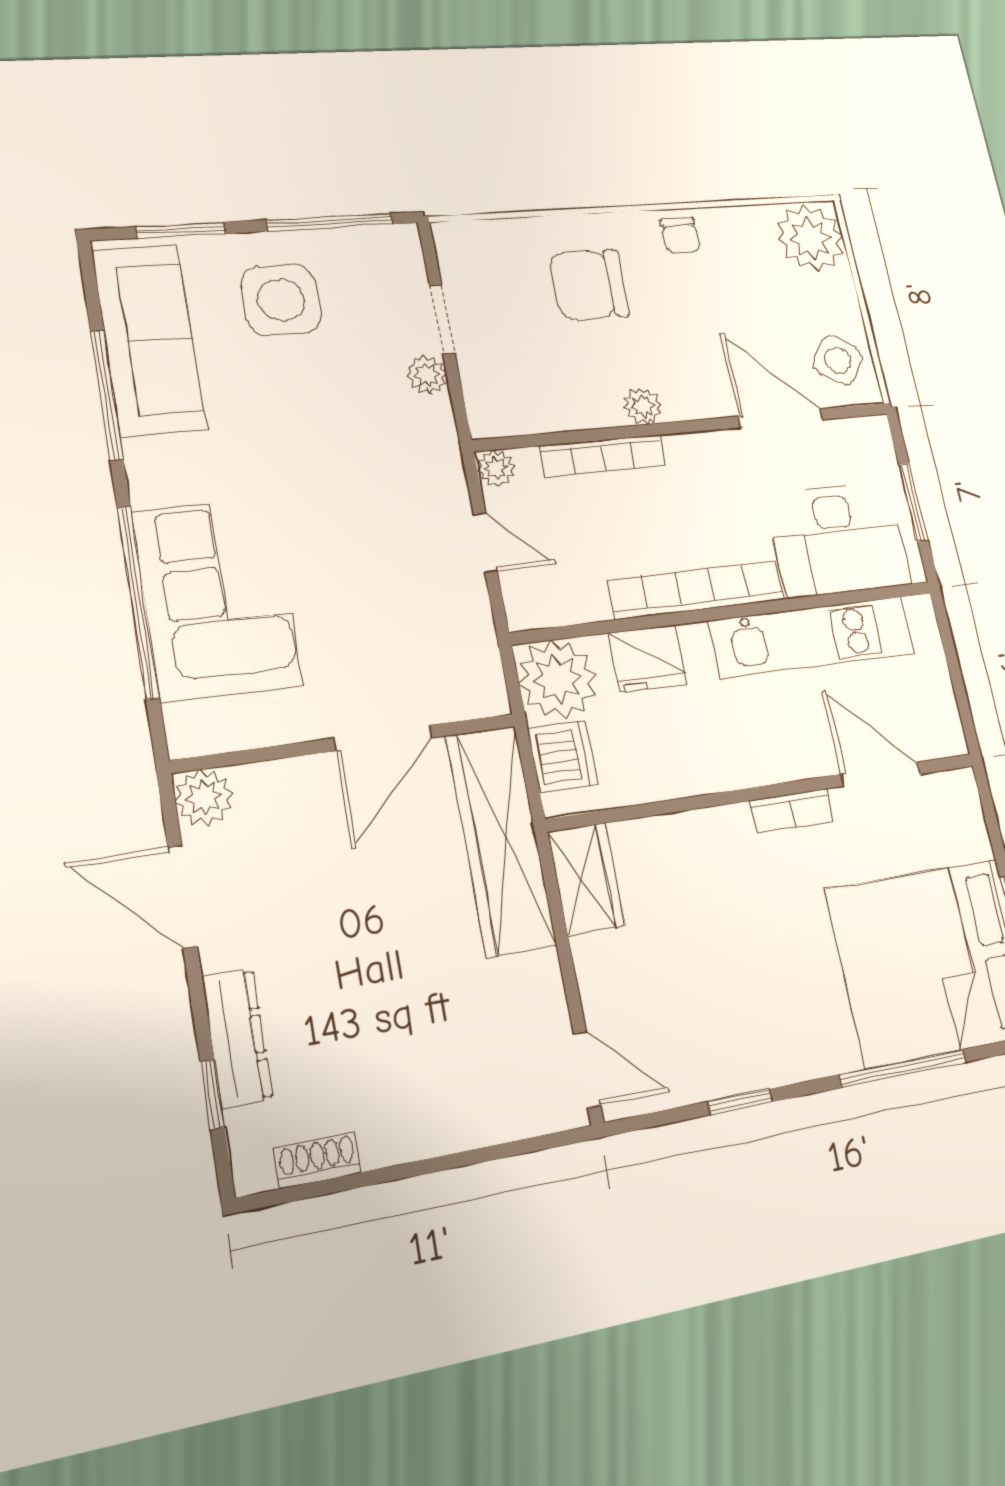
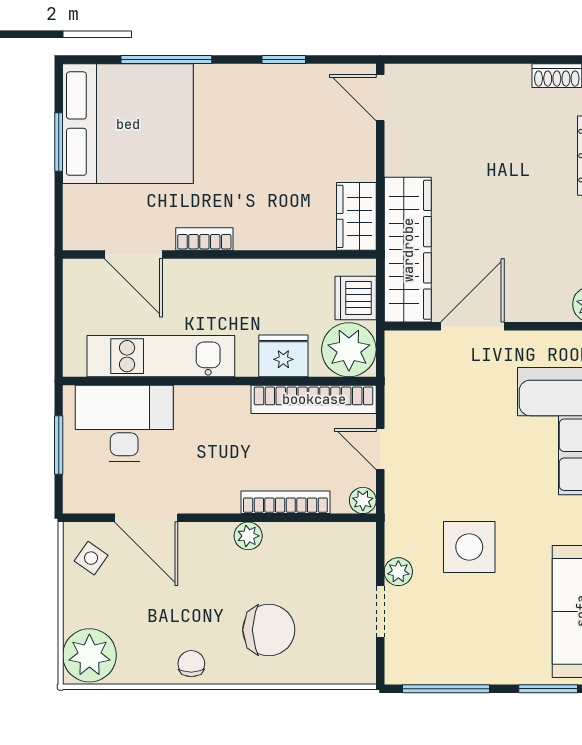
side table: (281, 300) -> (469, 547), moved
side table: (838, 360) -> (91, 558), width x0.73, depth x0.73
bookcase: (696, 590) -> (314, 399), moved

